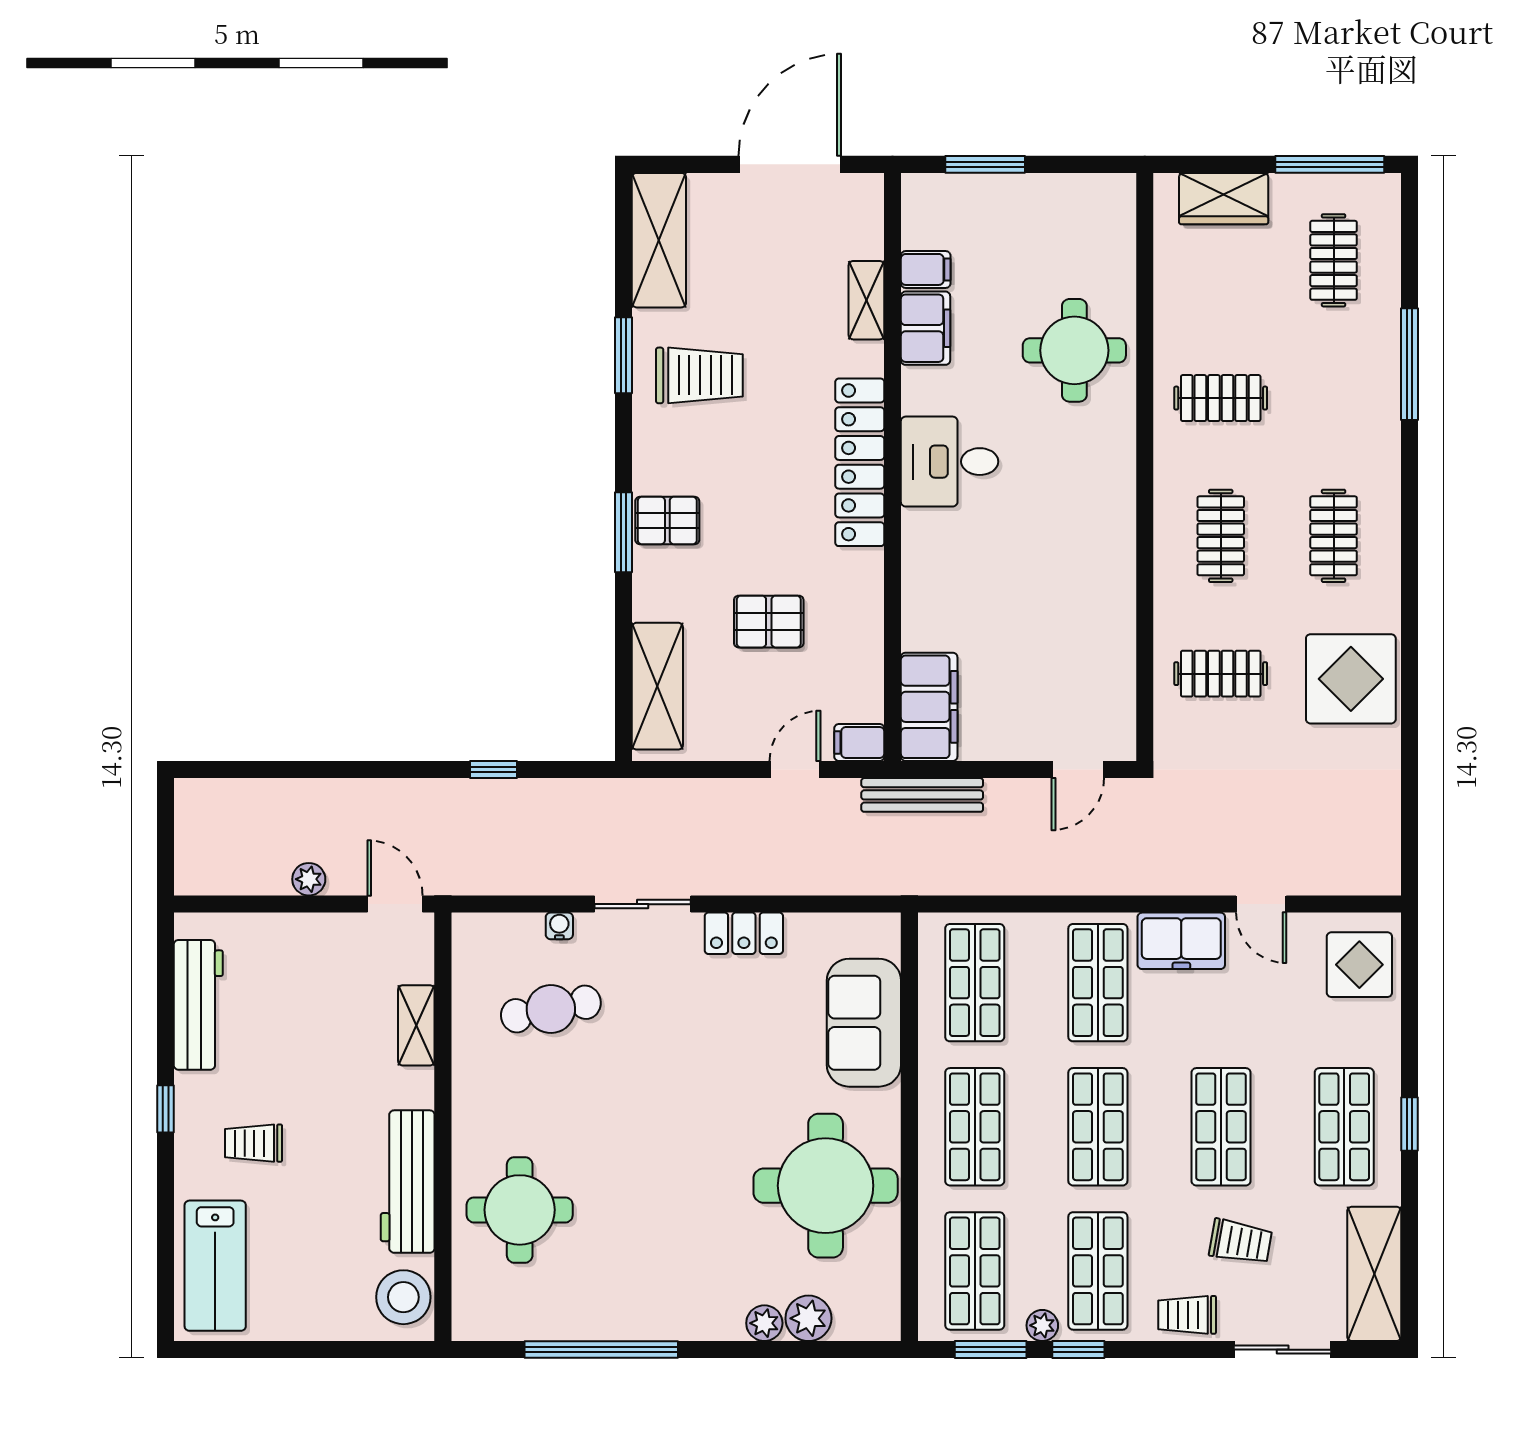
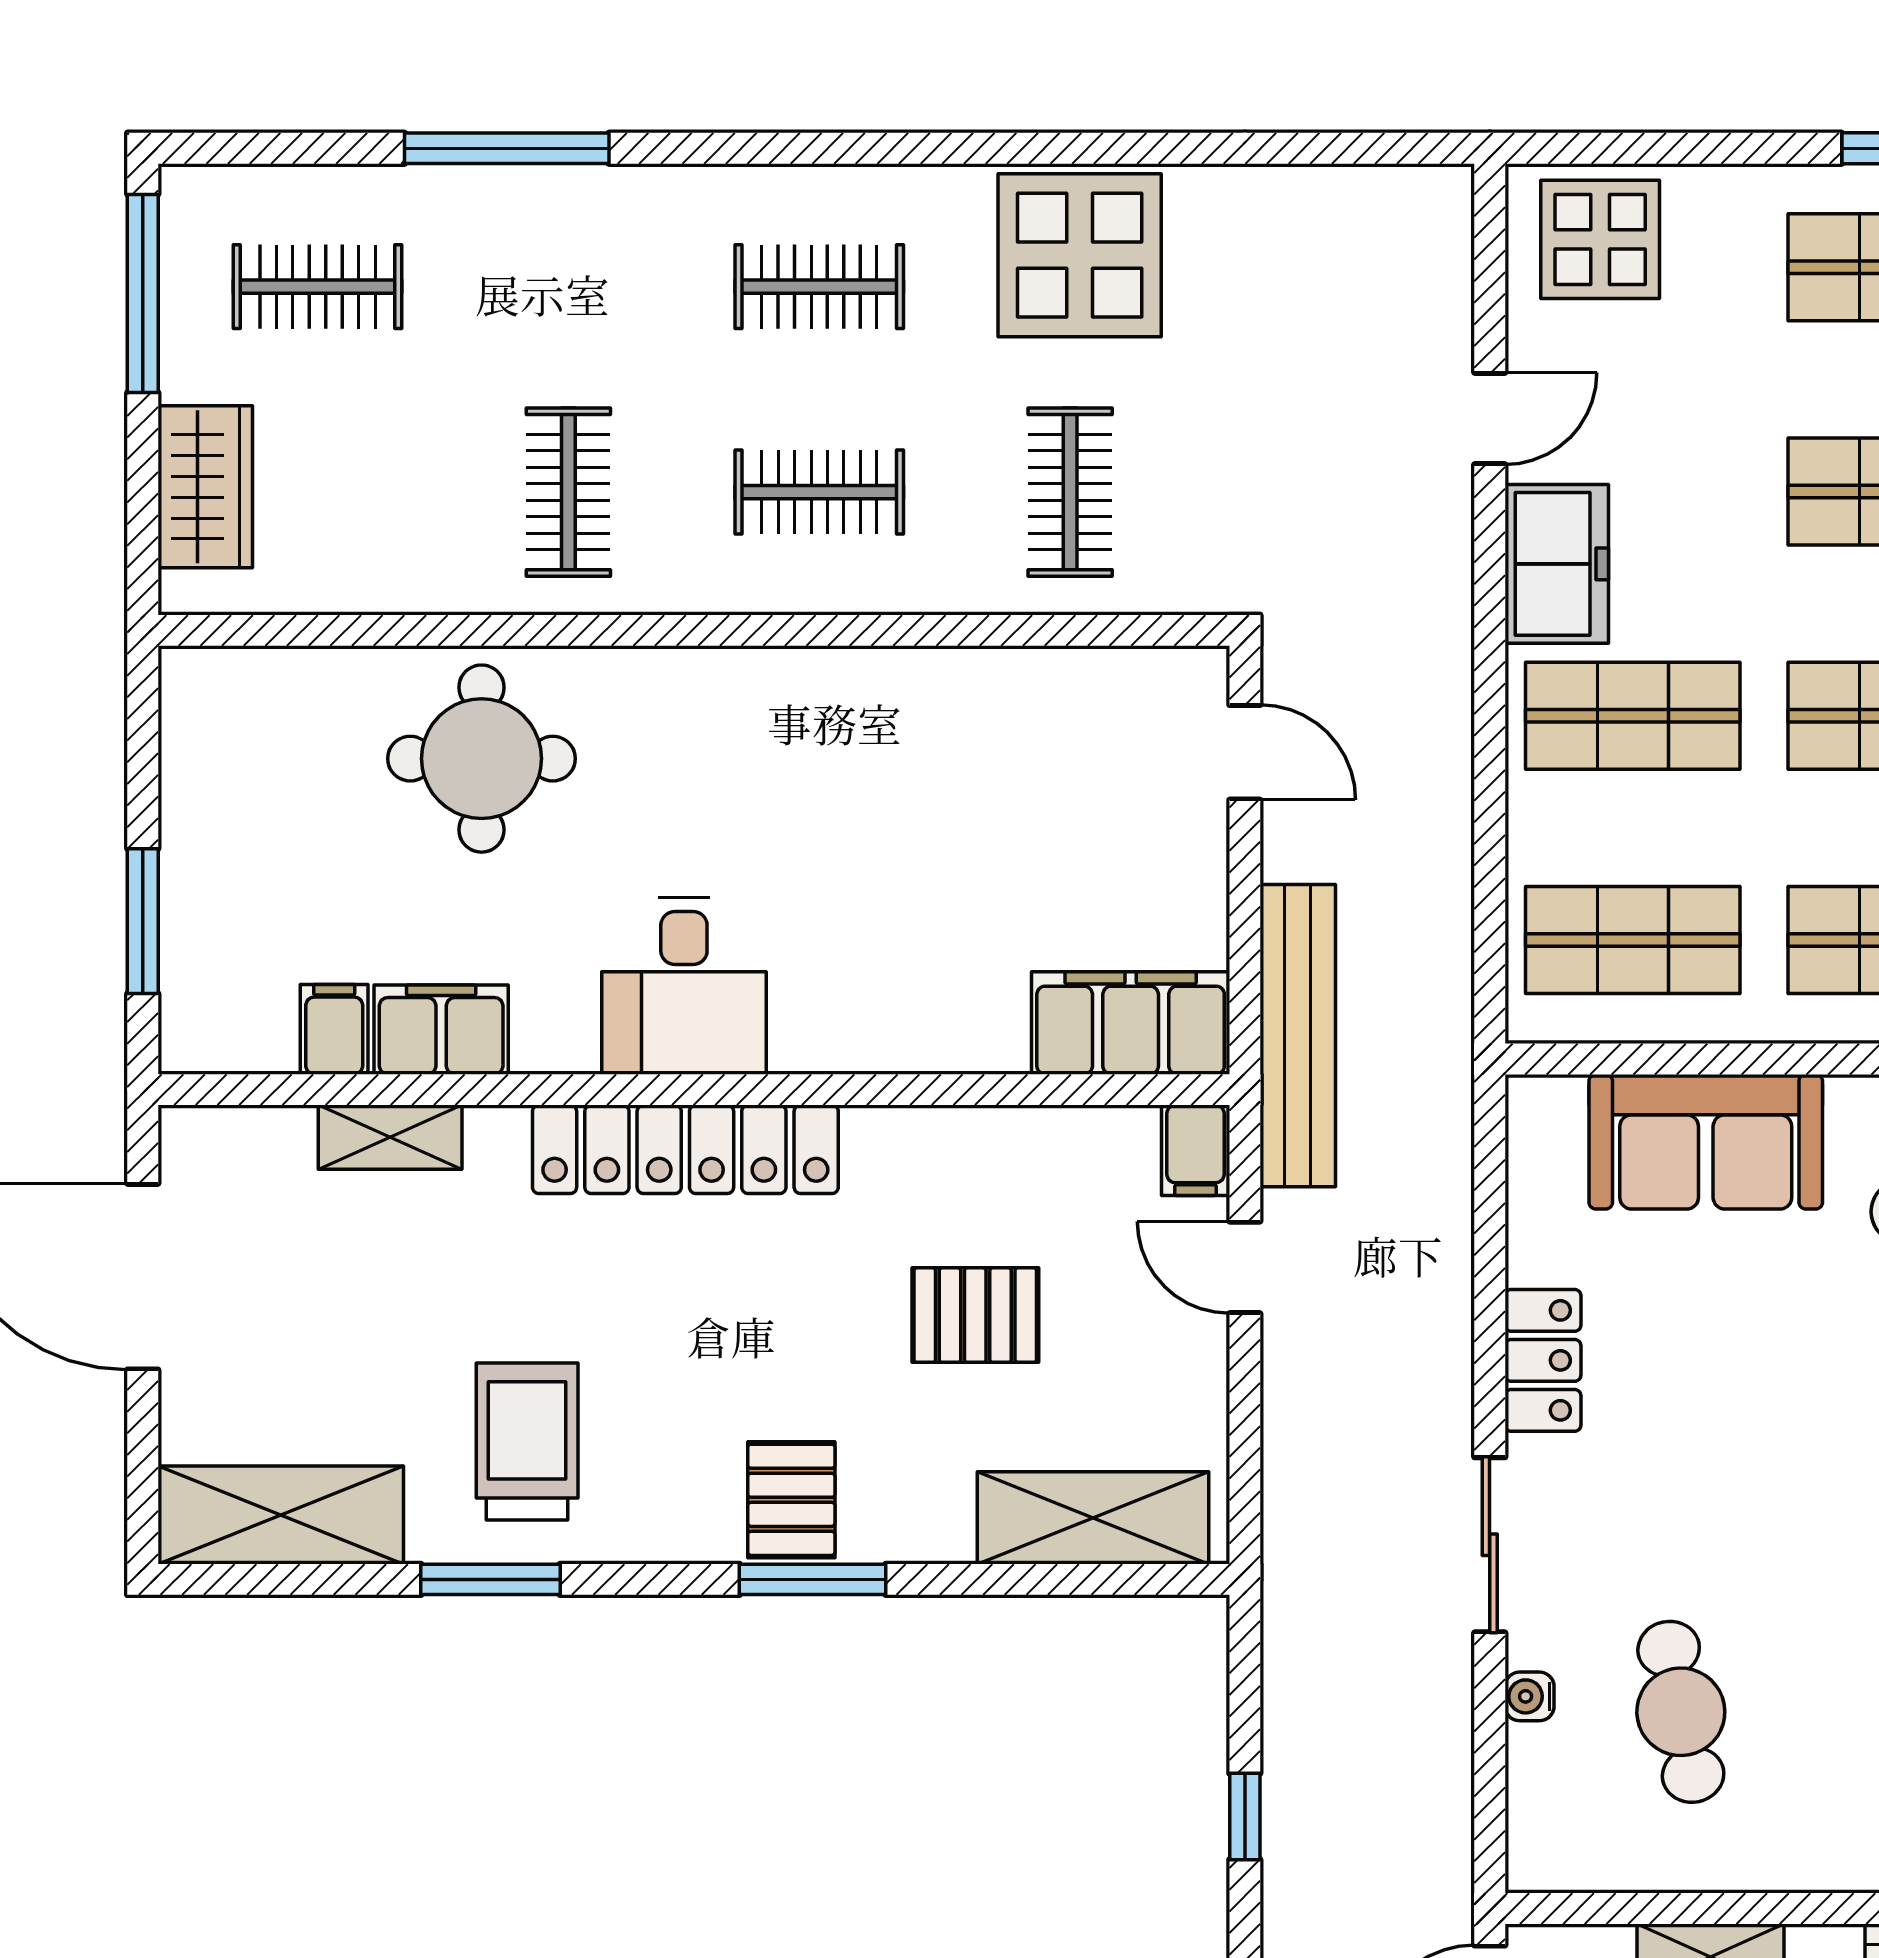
pallet: (769, 622) -> (975, 1315), turned 90
bench: (922, 795) -> (1298, 1036), width x1.37, depth x1.21

